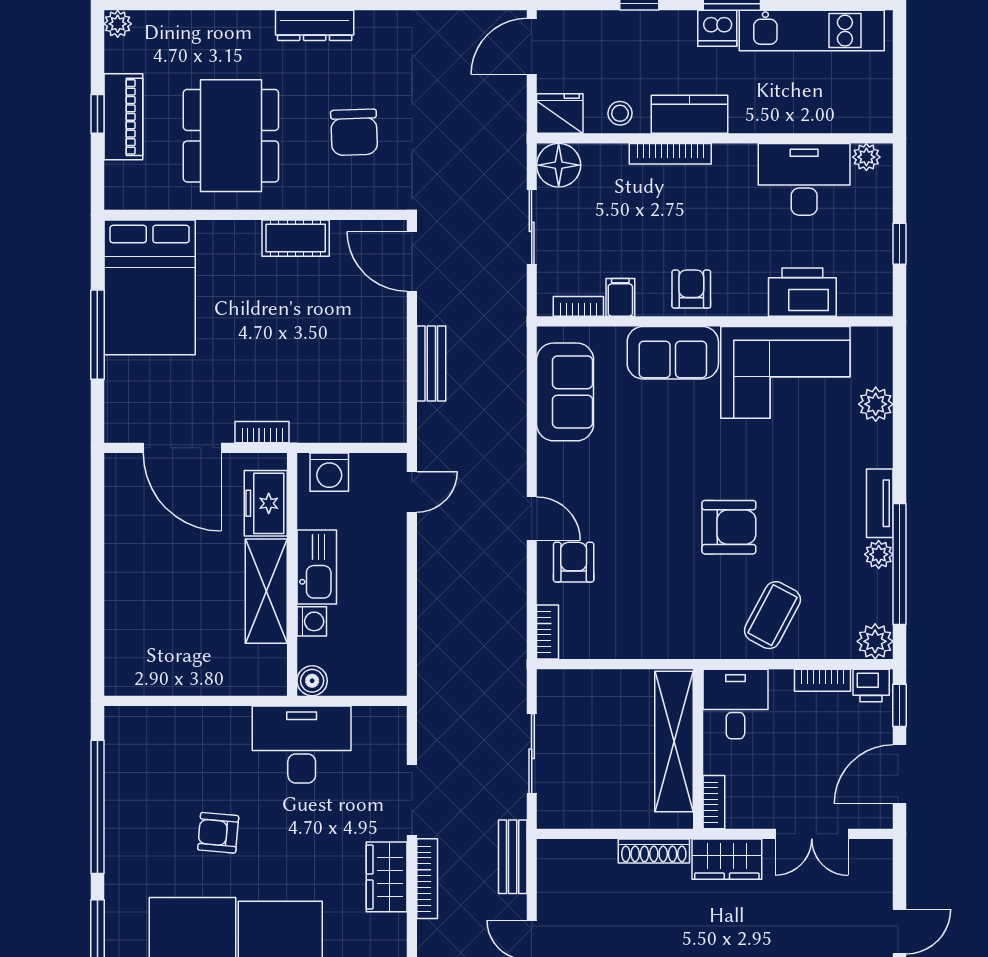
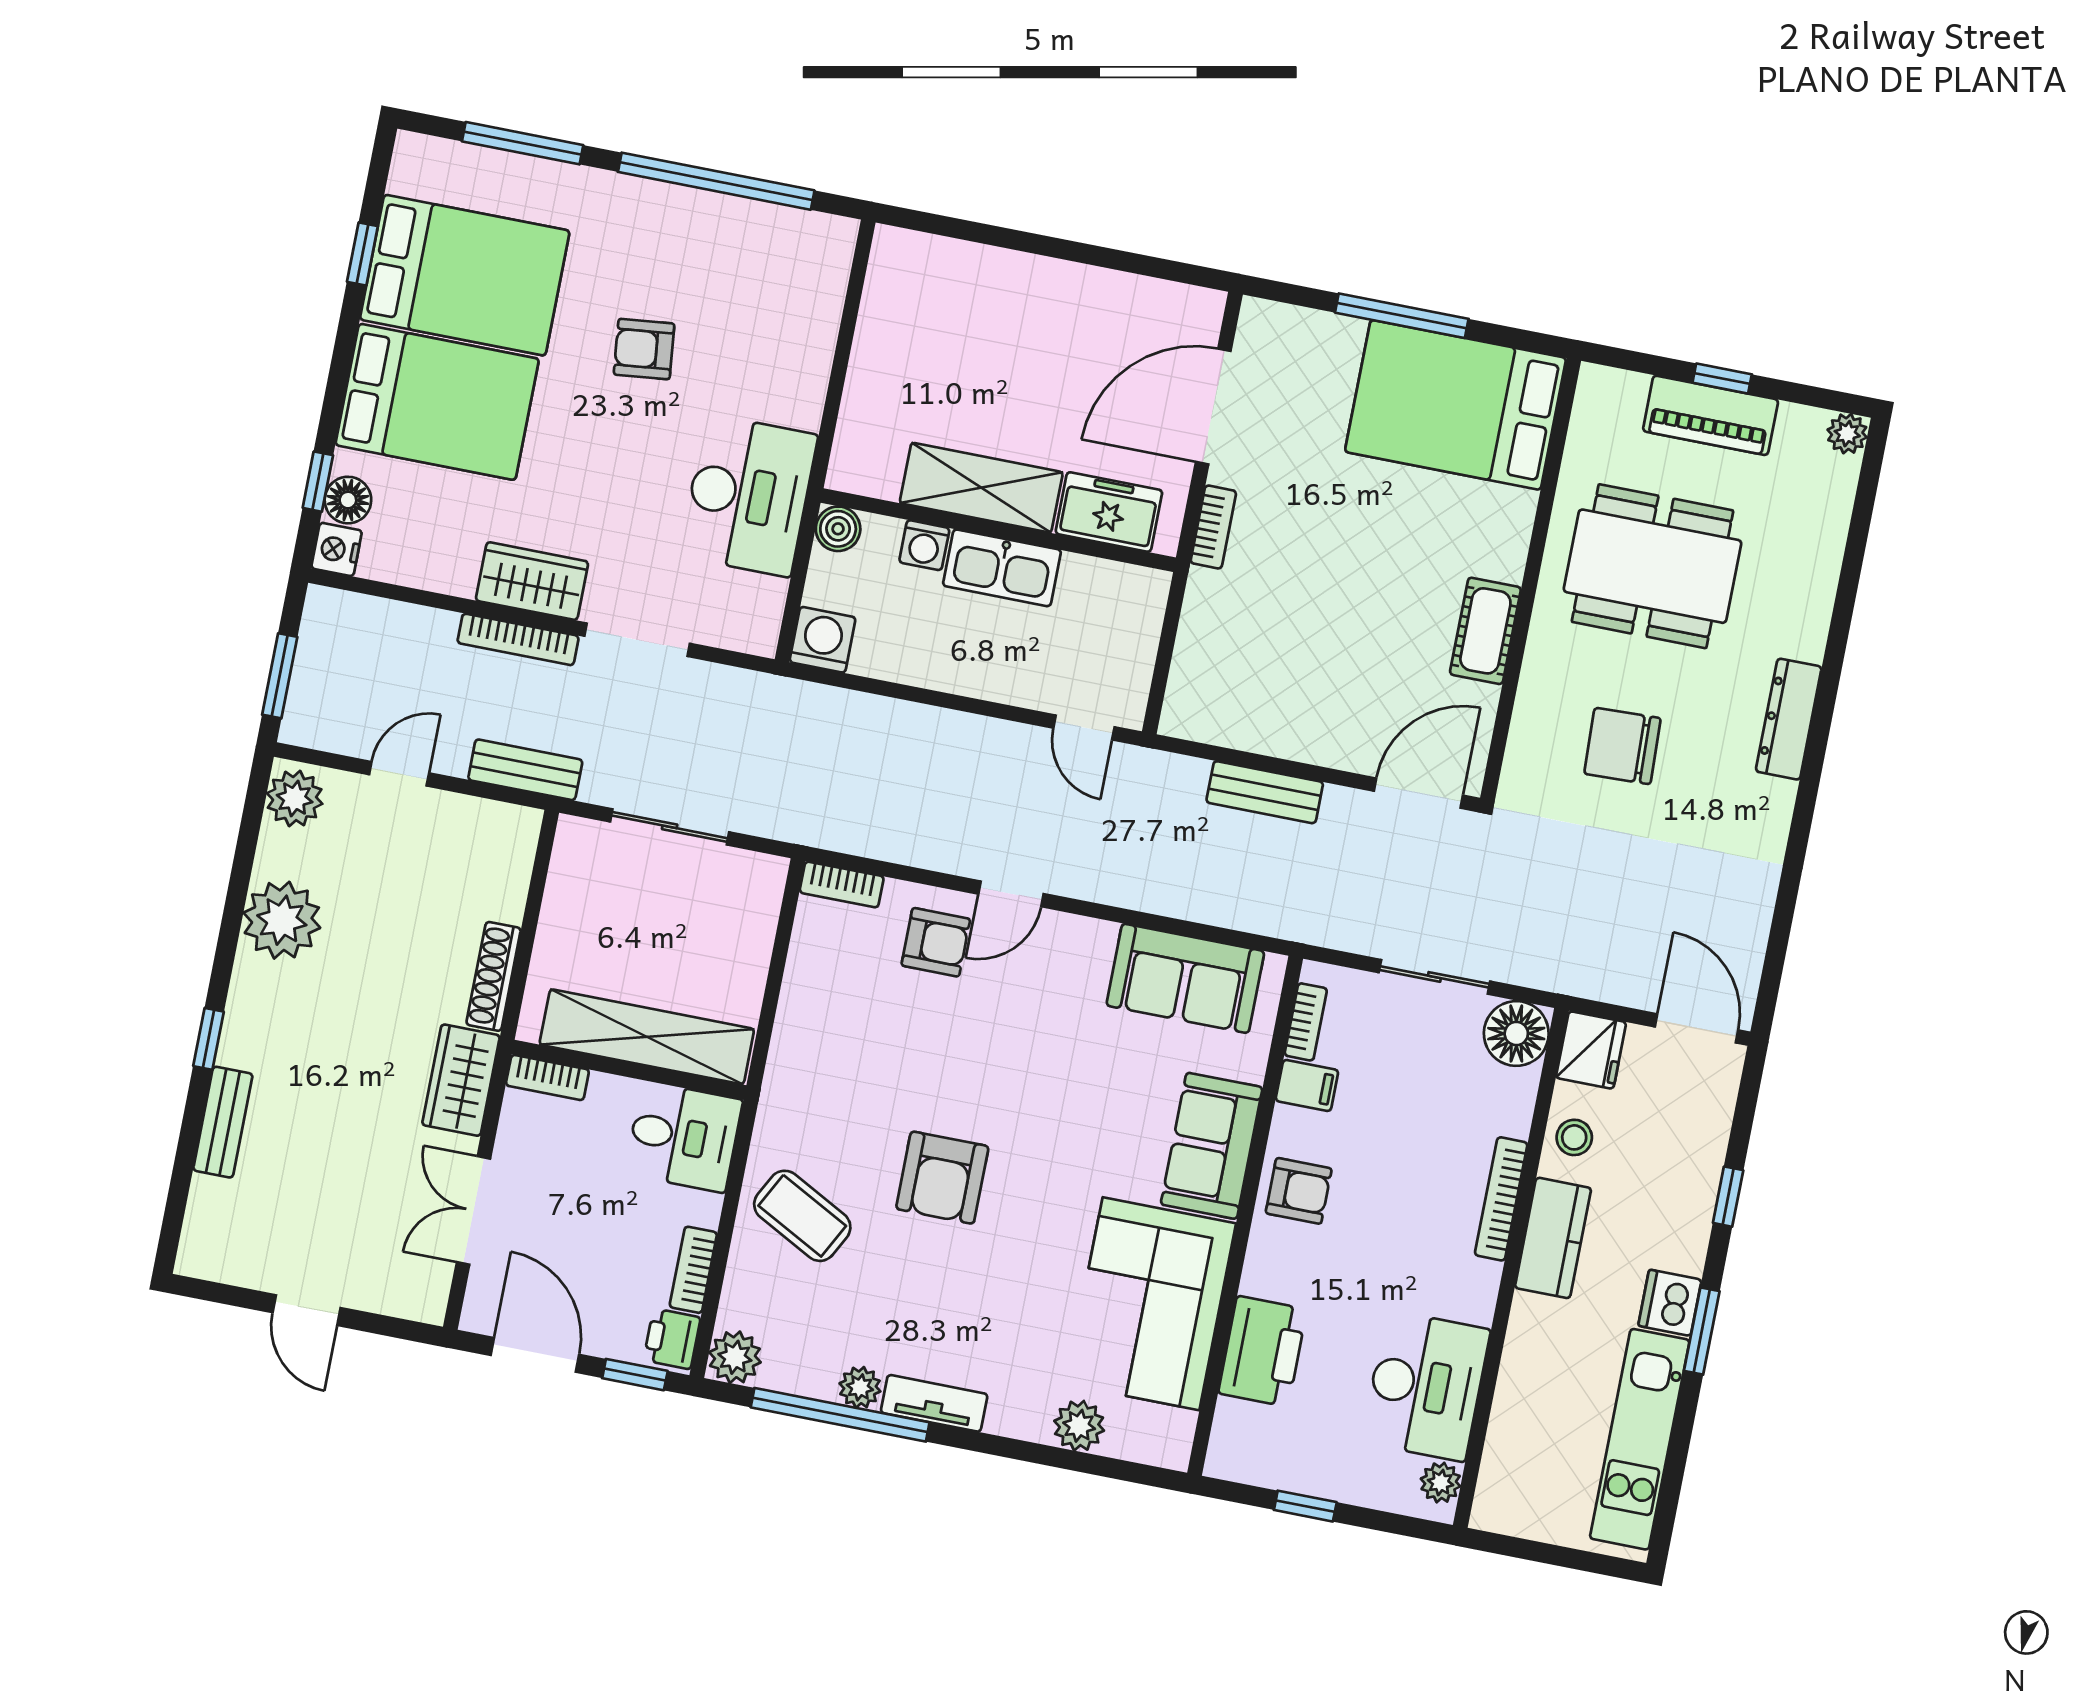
washing machine: (329, 472) -> (823, 640), moved, turned 90
armchair: (218, 833) -> (644, 349), turned -101

